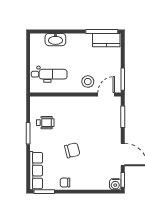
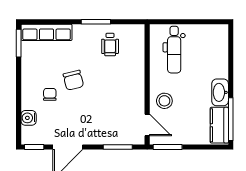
washbasin: (55, 40) -> (220, 92), moved
chair: (65, 183) -> (50, 94), moved
water cooler: (115, 184) -> (29, 118), moved

